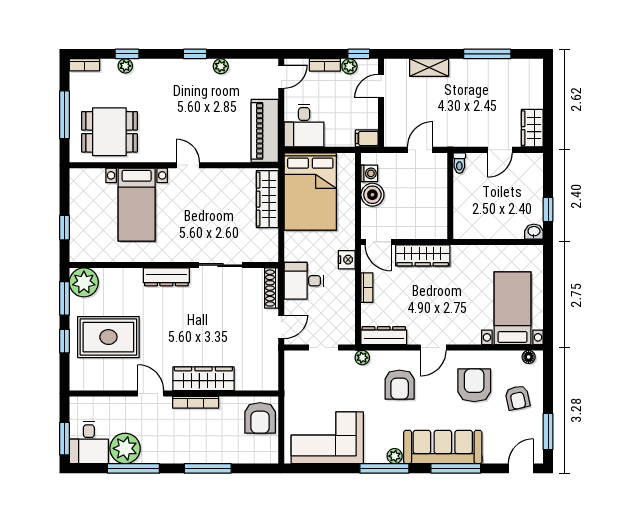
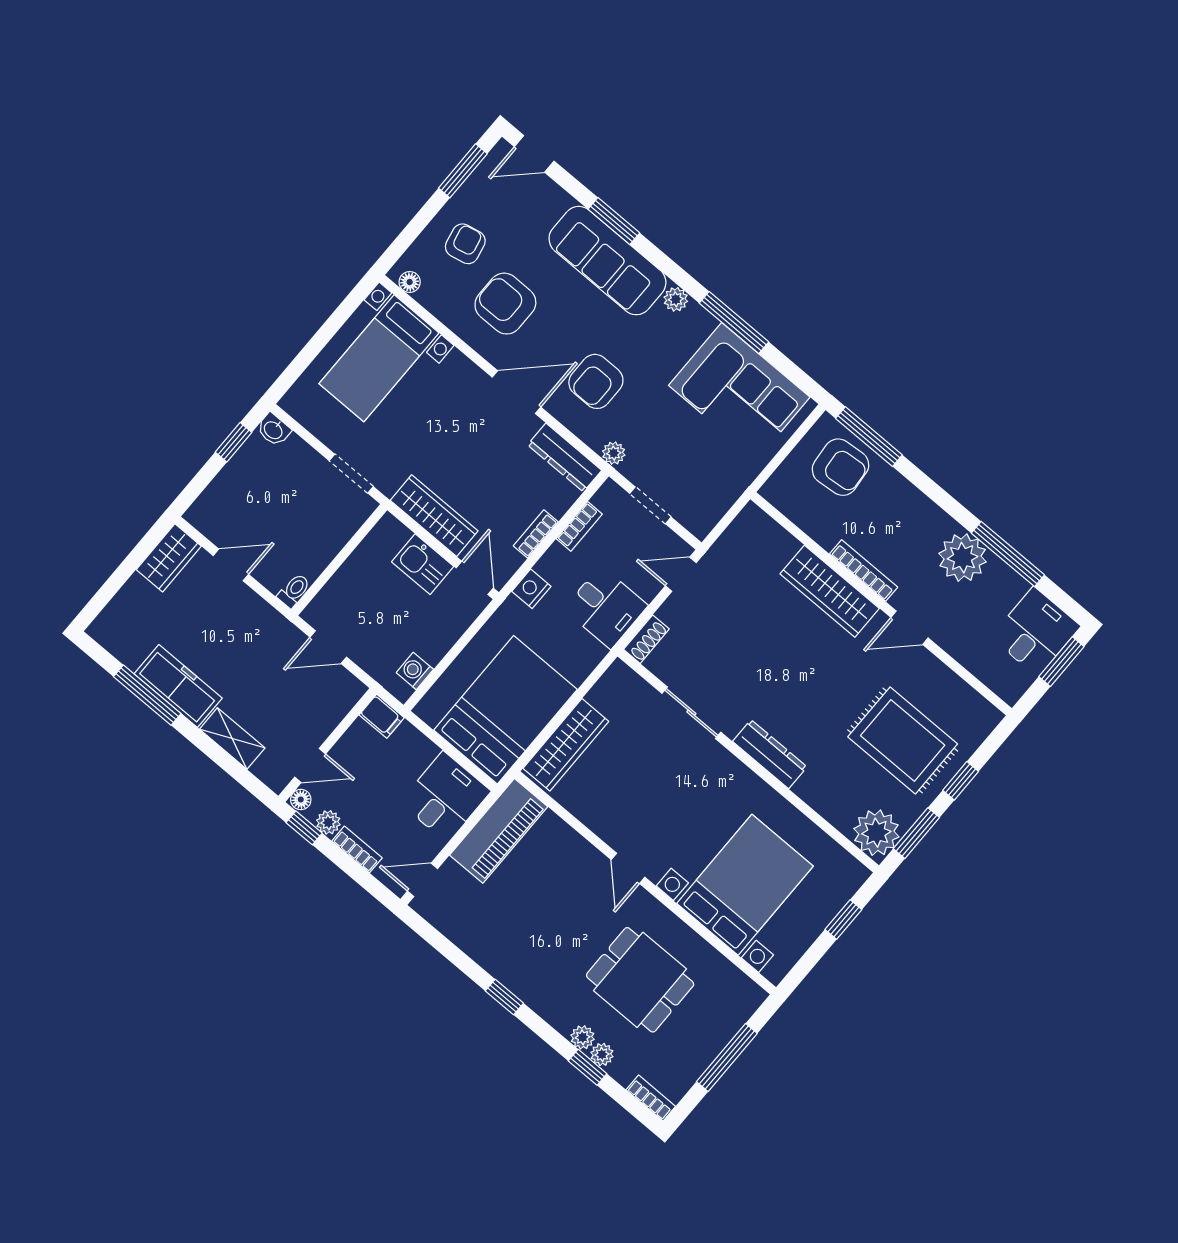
plant: (221, 66) -> (583, 1037), moved
floor lamp: (372, 66) -> (301, 800), added
freezer: (476, 71) -> (178, 686), added
dining table: (109, 132) -> (640, 980), moved
boiler: (372, 195) -> (433, 642), removed
bed with nightstands: (137, 205) -> (745, 885), width x1.36
kitchen sink: (409, 228) -> (423, 564), added
doorway: (479, 242) -> (351, 474), added
shoe rack: (272, 288) -> (646, 639), width x0.70
bookcase: (349, 309) -> (579, 526), added
door: (433, 348) -> (517, 392), width x1.38
armchair: (400, 385) -> (596, 381), turned 180
armchair: (474, 385) -> (505, 304), turned 90
door: (151, 394) -> (910, 628), hinge flipped
armchair: (260, 418) -> (840, 467), moved, turned 85
plant: (125, 448) -> (963, 558), moved
window: (208, 468) -> (869, 437), moved
window: (384, 468) -> (734, 323), moved
window: (456, 468) -> (614, 221), width x0.69

